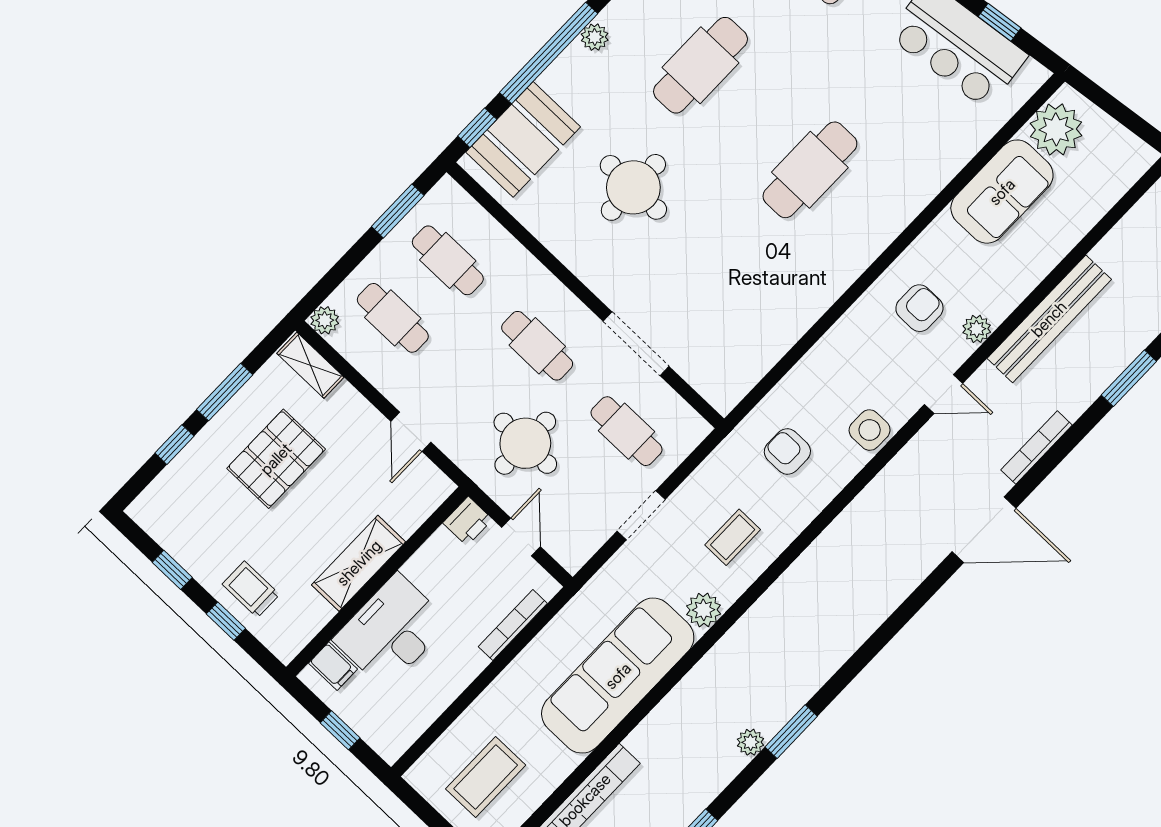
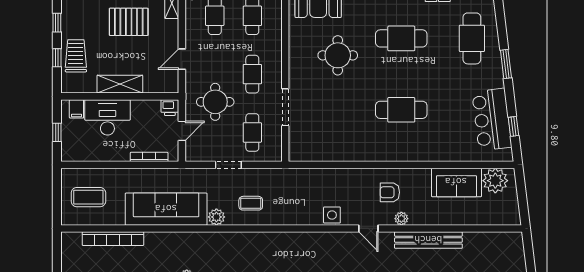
armchair: (919, 308) -> (390, 192), turned 180
armchair: (787, 451) -> (298, 194), removed
trolley: (251, 589) -> (76, 56), width x1.36, depth x1.39

